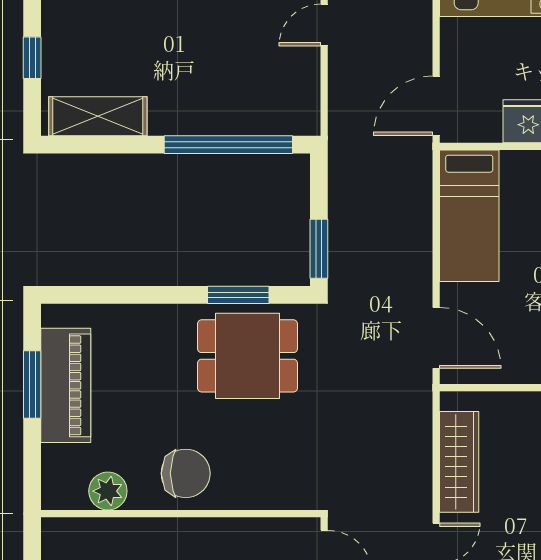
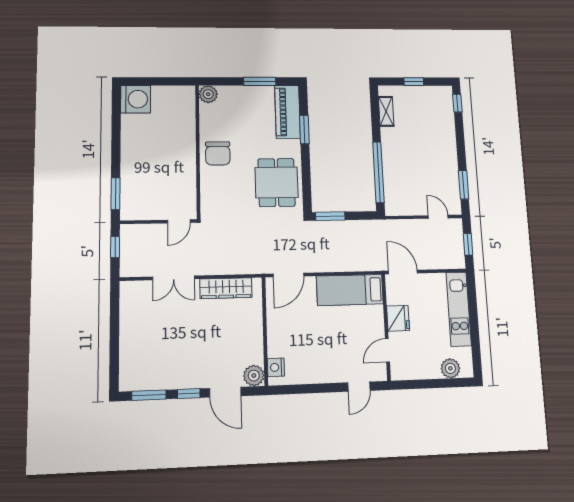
shelving: (98, 116) -> (386, 111), width x0.67, depth x0.75
window: (238, 295) -> (304, 130), moved
piano: (66, 385) -> (288, 112), moved, turned 90
plant: (108, 491) -> (208, 94), moved

